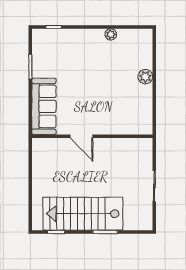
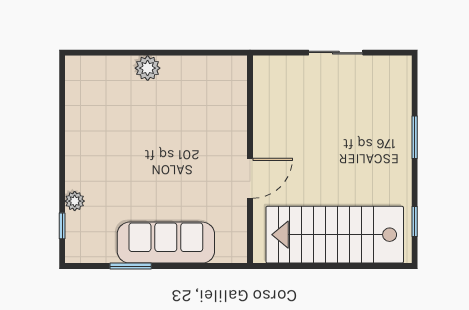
plant: (111, 34) -> (75, 201), moved
sofa: (44, 106) -> (166, 243), moved
stairs: (83, 214) -> (335, 235), moved, turned 90

